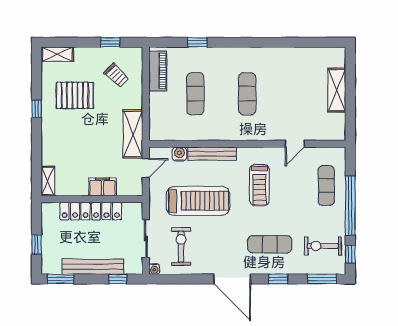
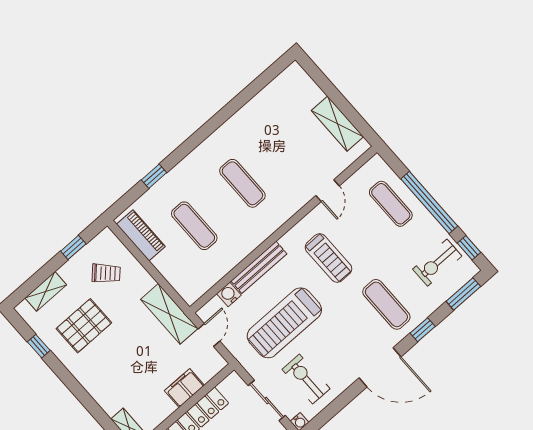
shelving: (57, 54) -> (46, 291), moved
shelving: (337, 90) -> (337, 124), moved
window: (37, 109) -> (39, 346), moved
treadmill: (198, 201) -> (284, 323), turned 180
exercise mat: (270, 244) -> (386, 304), turned 90

